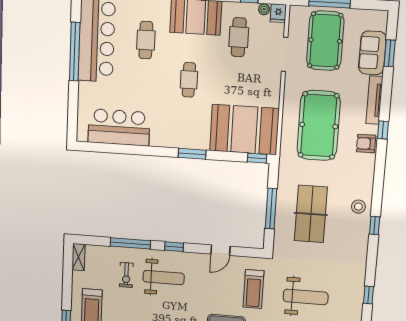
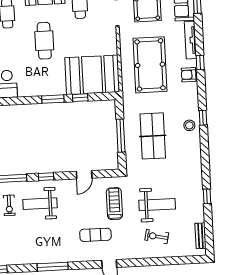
cafe table: (189, 80) -> (44, 41), width x1.37, depth x1.35
window: (257, 158) -> (80, 98), moved
window: (375, 226) -> (203, 118), moved
weight bench: (164, 278) -> (40, 204), turned 180
treadmill: (254, 289) -> (114, 204), turned 180

